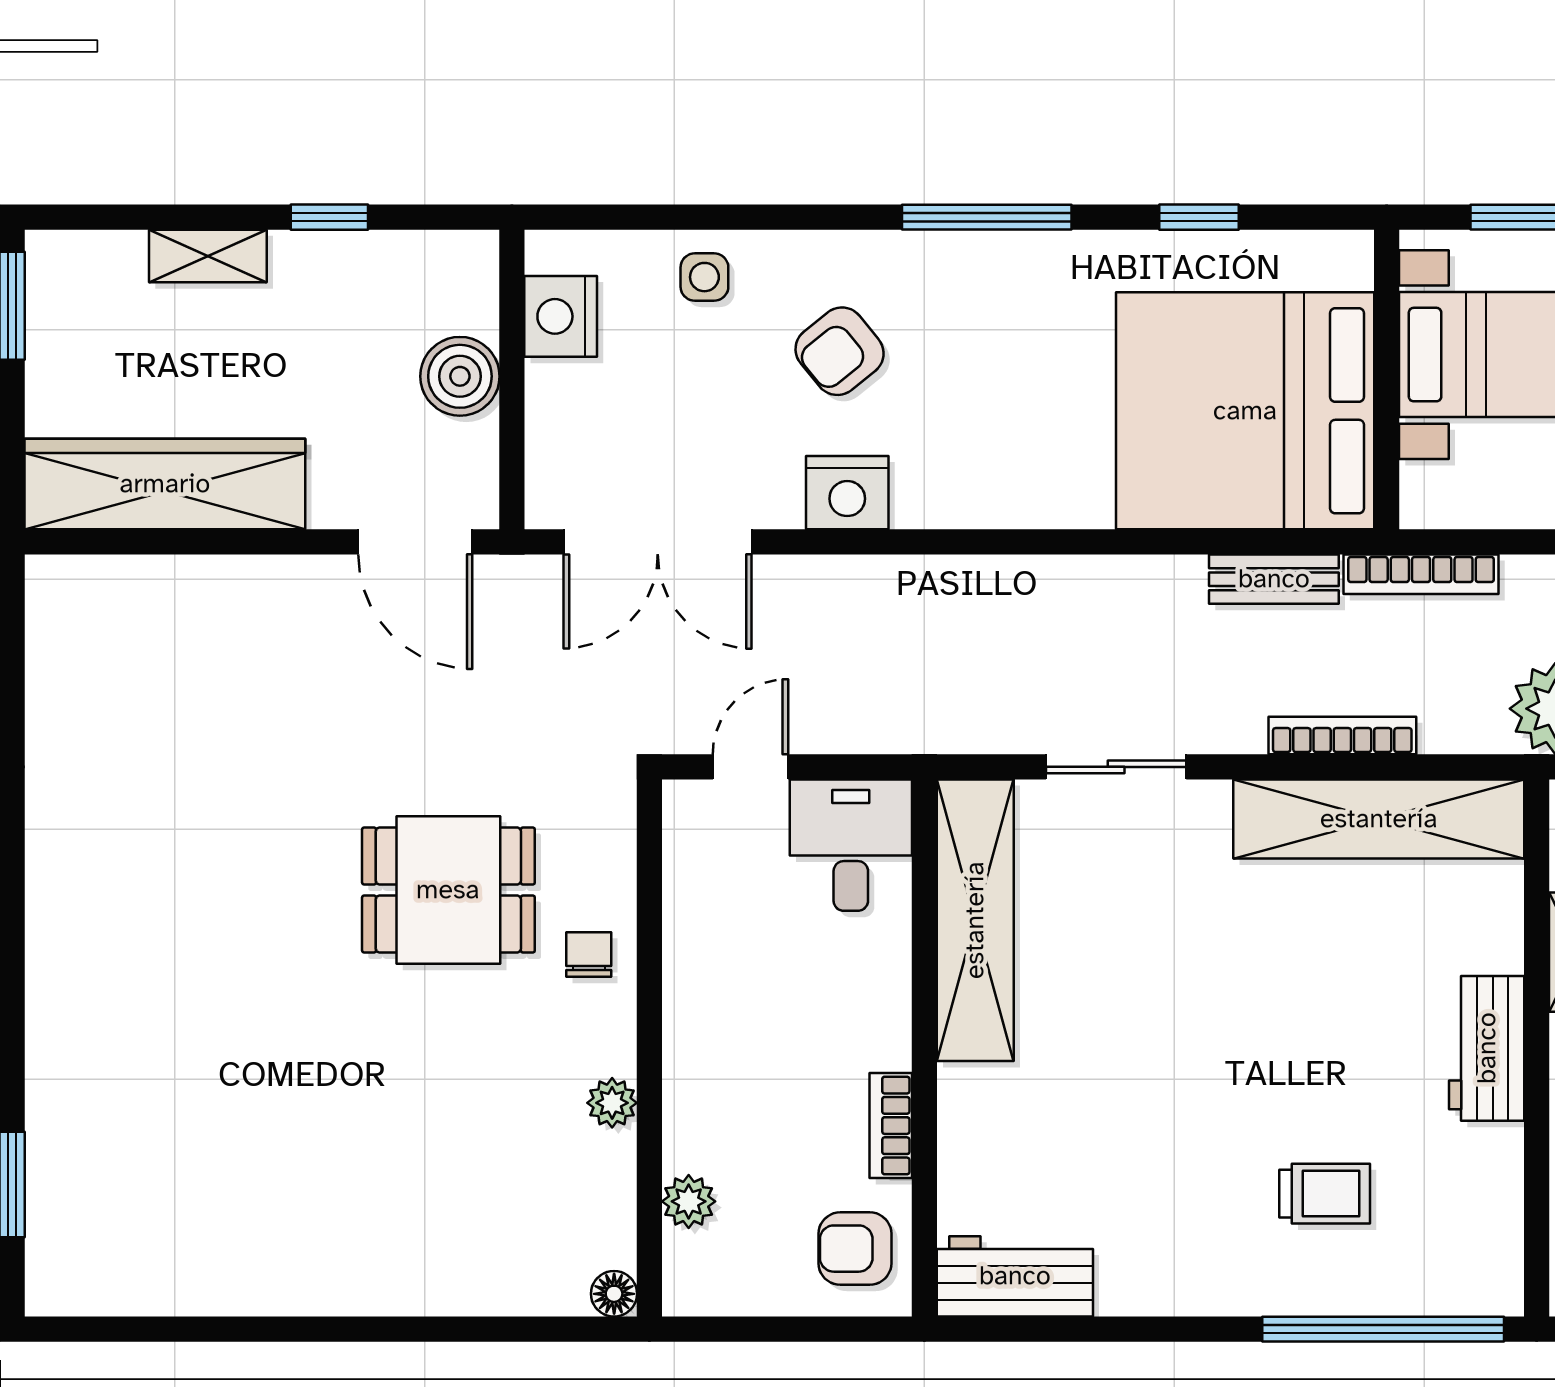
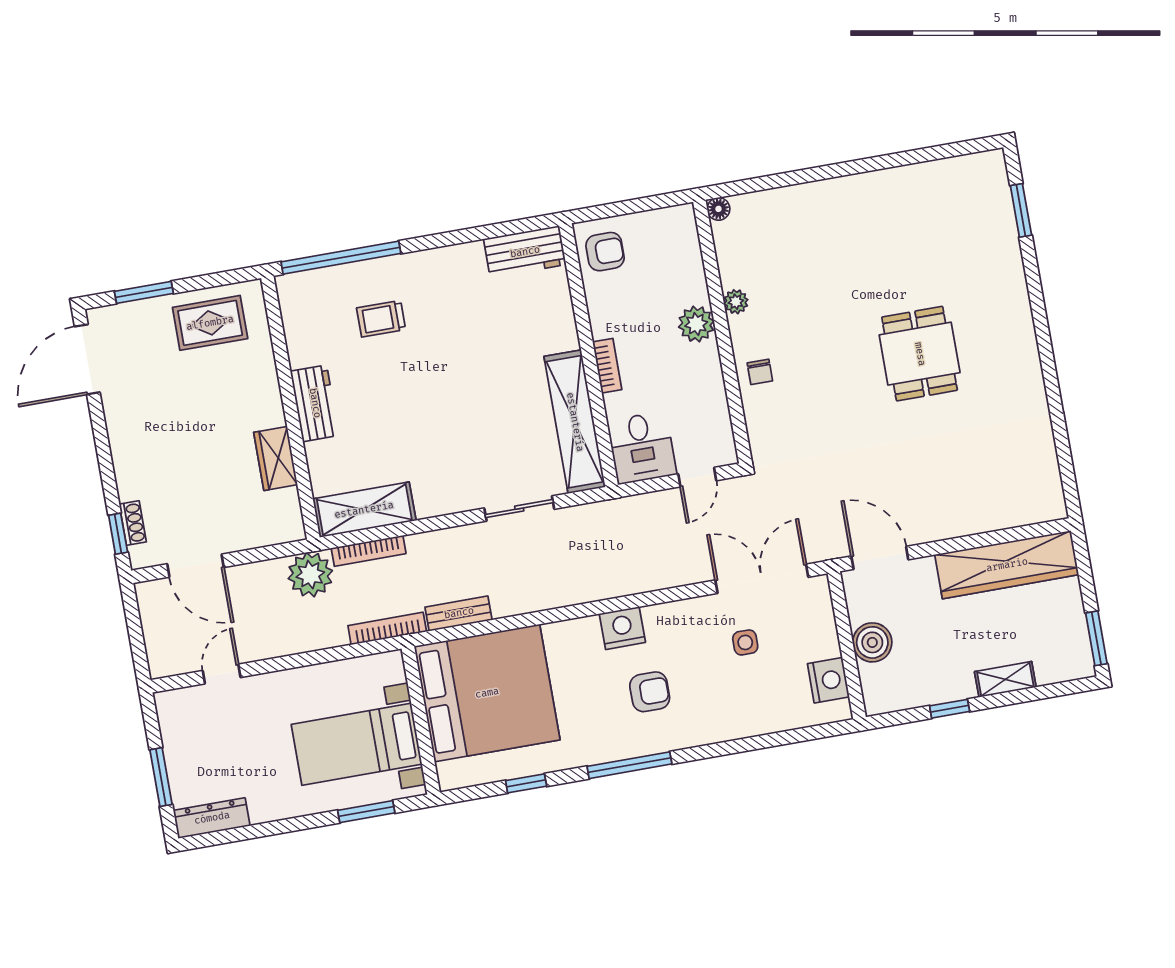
side table: (704, 277) -> (745, 642), moved
armchair: (840, 351) -> (650, 692), moved, turned 39
nightstand: (847, 493) -> (622, 628), moved
bookcase: (1342, 736) -> (369, 551), moved
shelving: (1379, 819) -> (364, 510), width x0.68
dining table: (448, 890) -> (920, 354), moved, turned 90
bookcase: (891, 1126) -> (607, 366), moved
plant: (689, 1201) -> (696, 324), moved, width x1.38, depth x1.38

